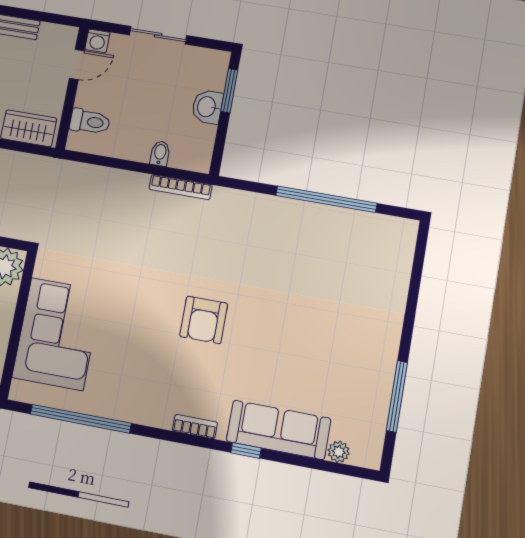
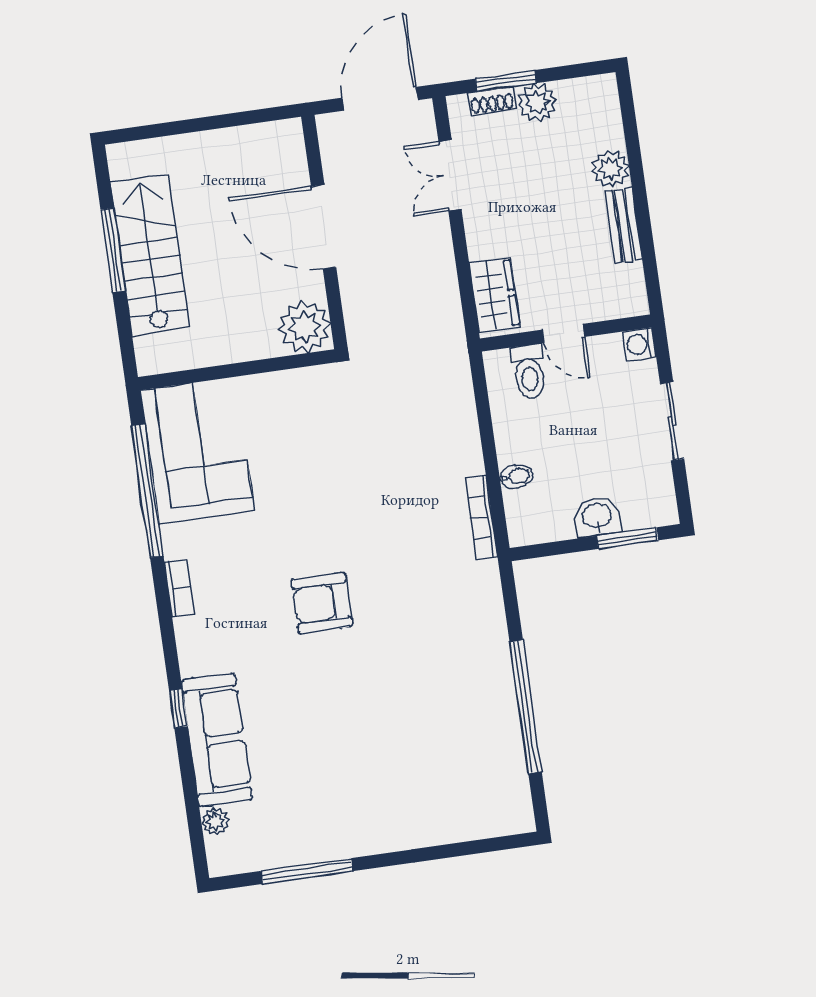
door: (77, 65) -> (563, 333), moved
corner sofa: (57, 334) -> (197, 450), moved, turned -90
bookcase: (195, 427) -> (179, 588), moved

